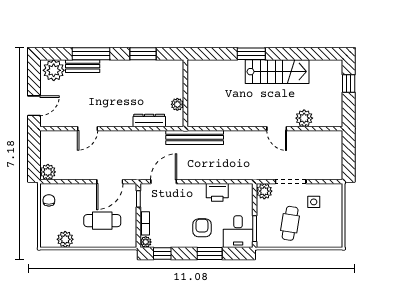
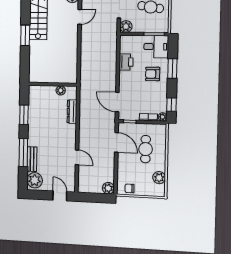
bench: (195, 137) -> (85, 78), removed

